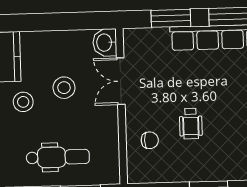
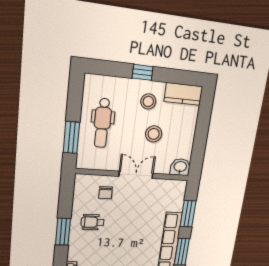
double door: (121, 81) -> (136, 175), moved
wheelchair: (191, 124) -> (93, 222), moved

